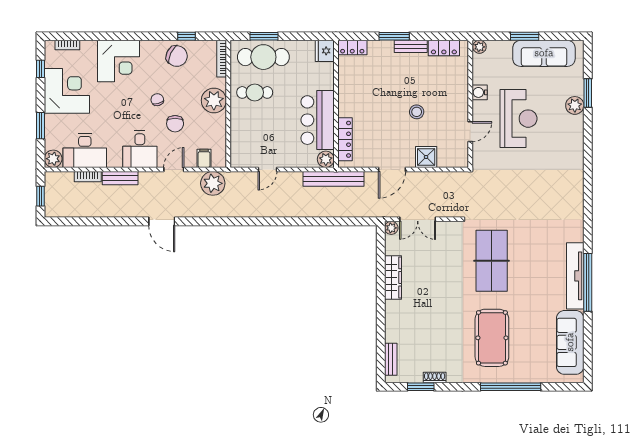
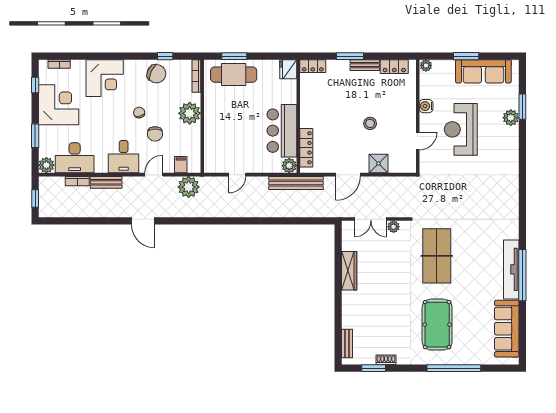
cafe table: (255, 92) -> (226, 106), removed
reception desk: (519, 119) -> (461, 129), turned 180
plant: (391, 228) -> (394, 227), moved

